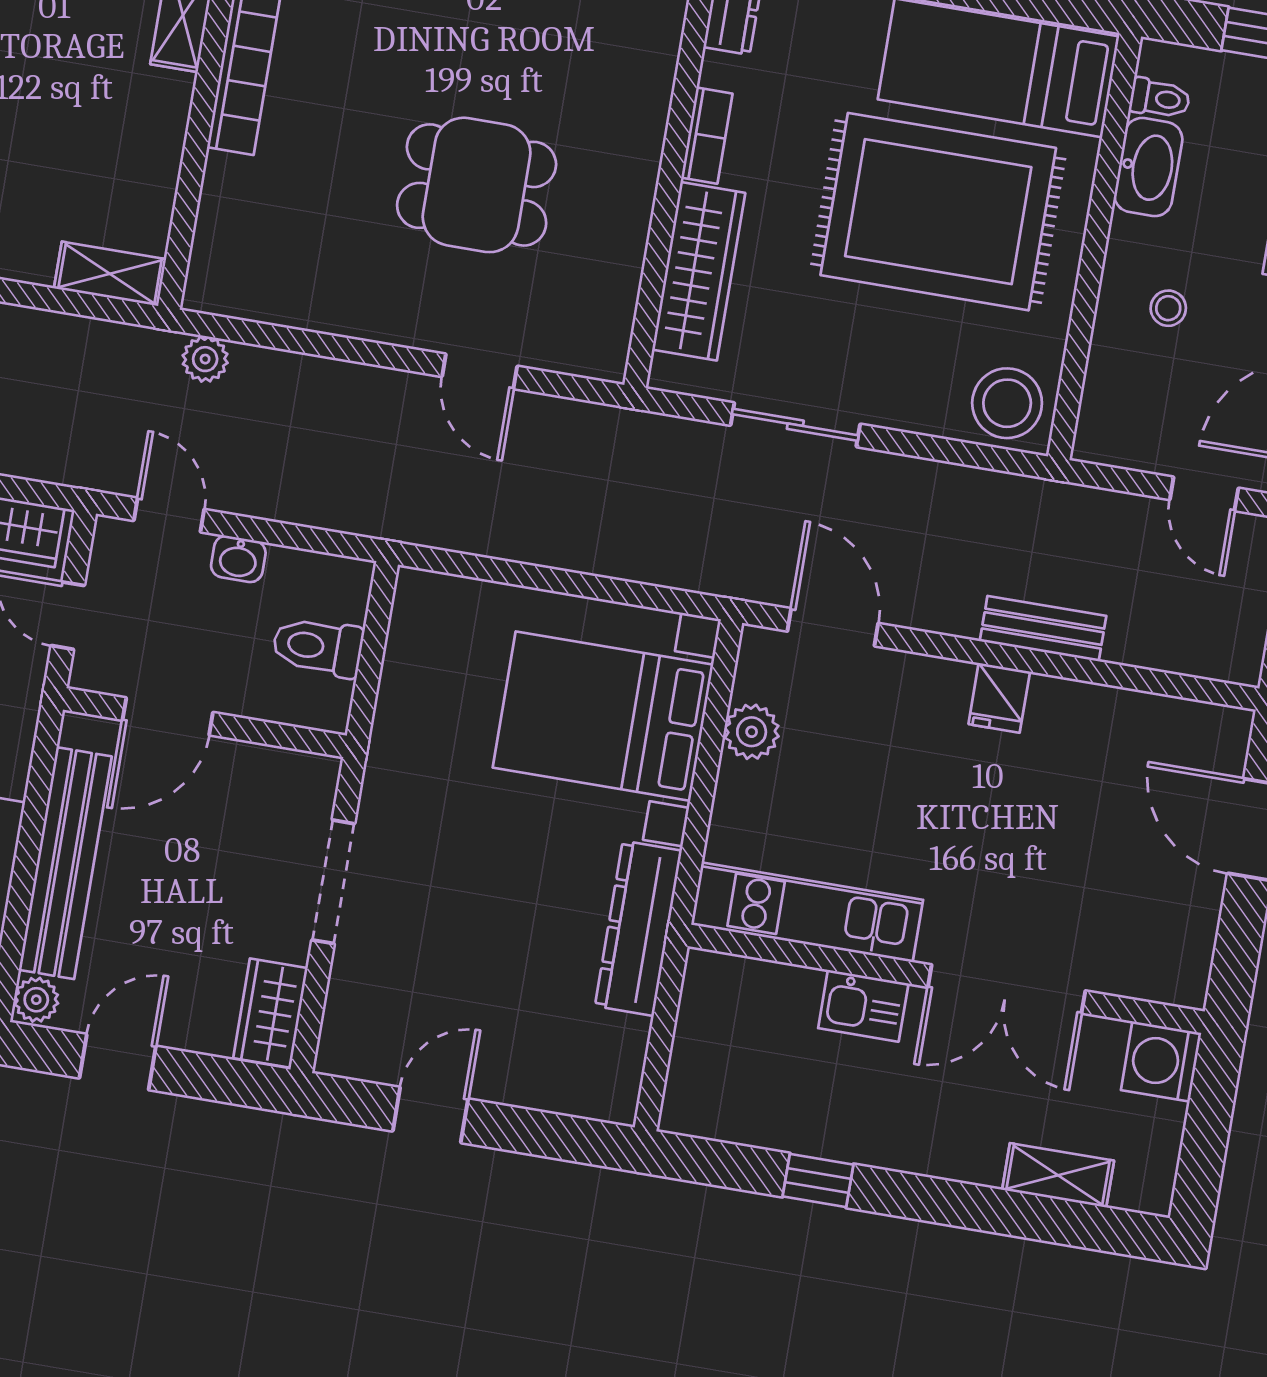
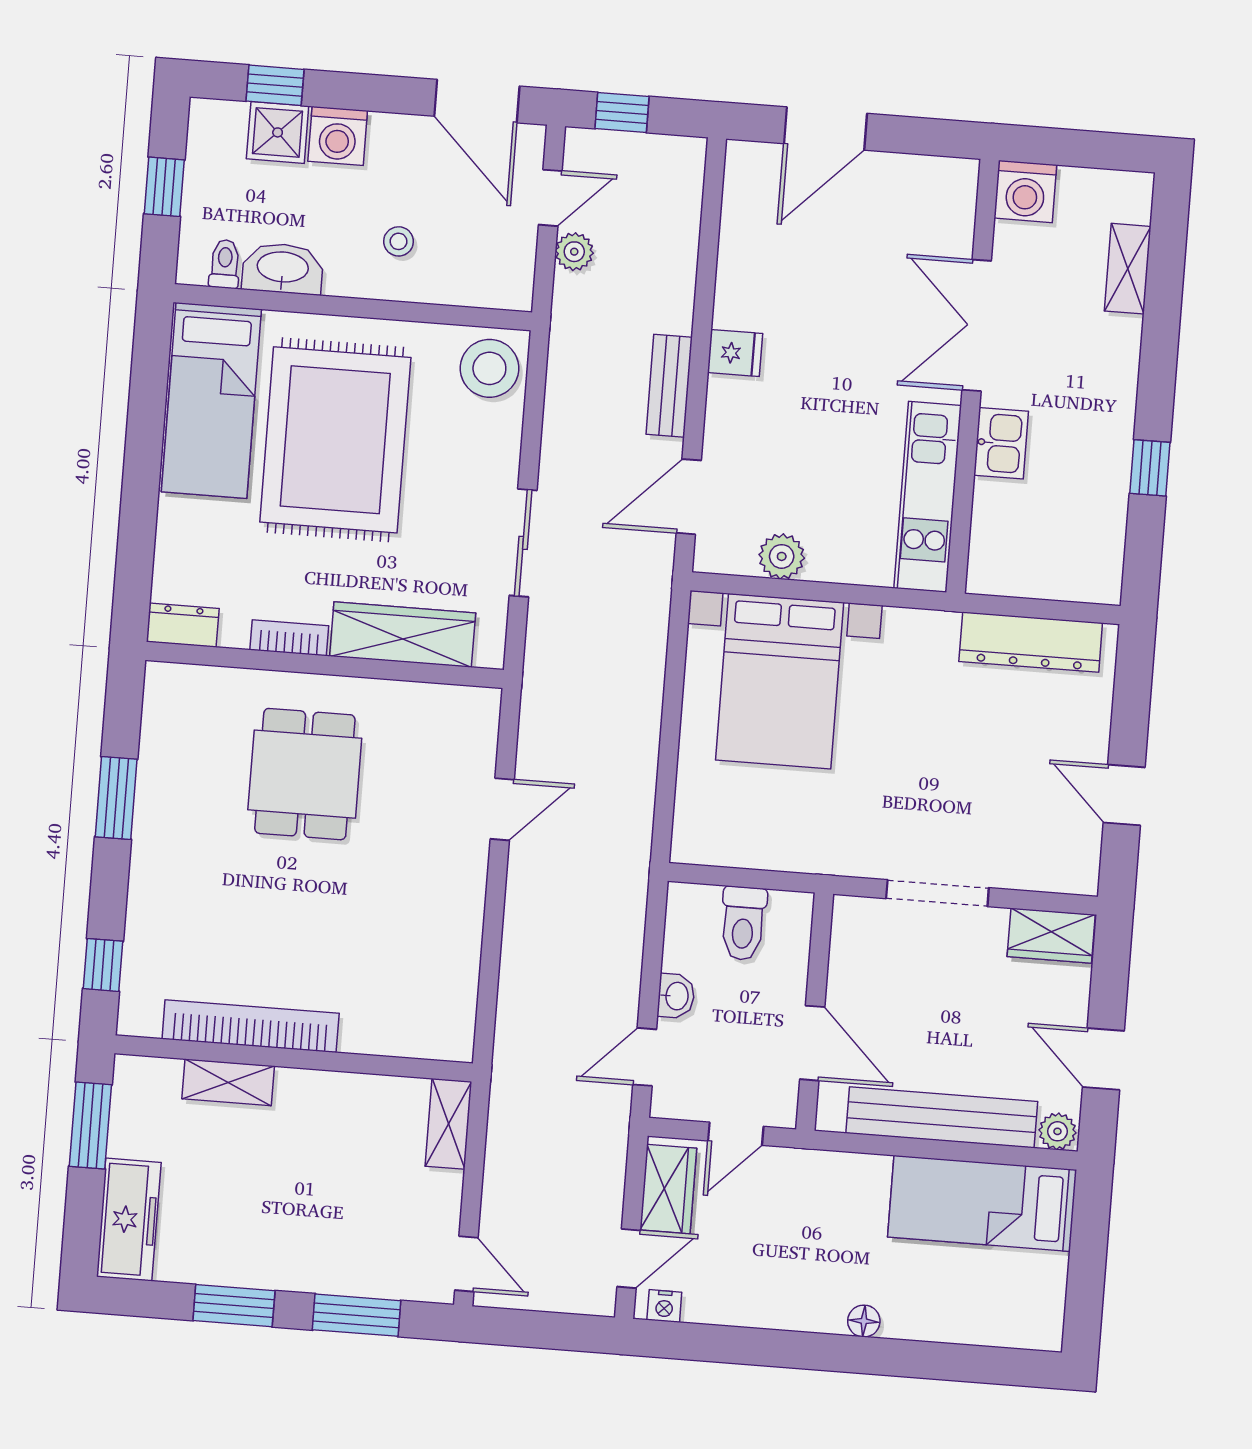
dining table: (477, 185) -> (305, 774), moved
plant: (205, 359) -> (574, 252), moved
bench: (1043, 629) -> (669, 386), moved
dresser: (638, 928) -> (1031, 642), moved
double door: (1007, 989) -> (977, 325), swing flipped

